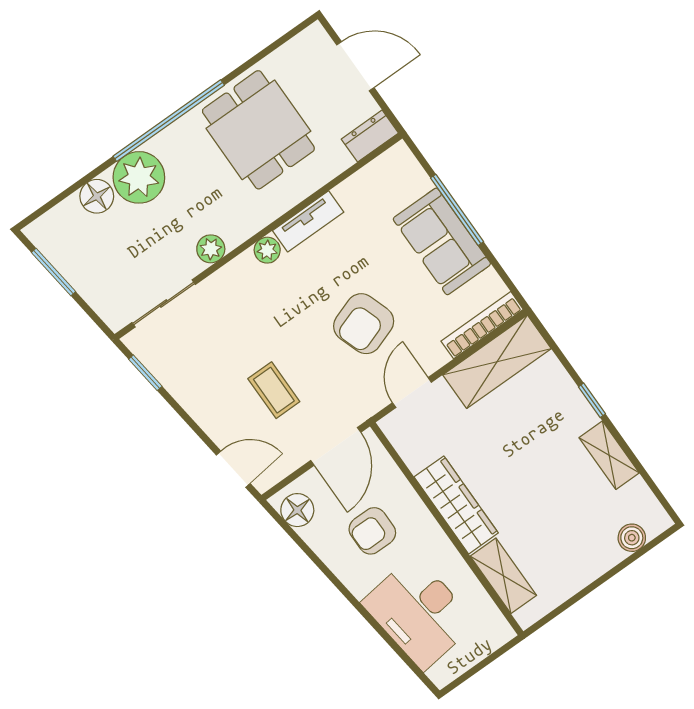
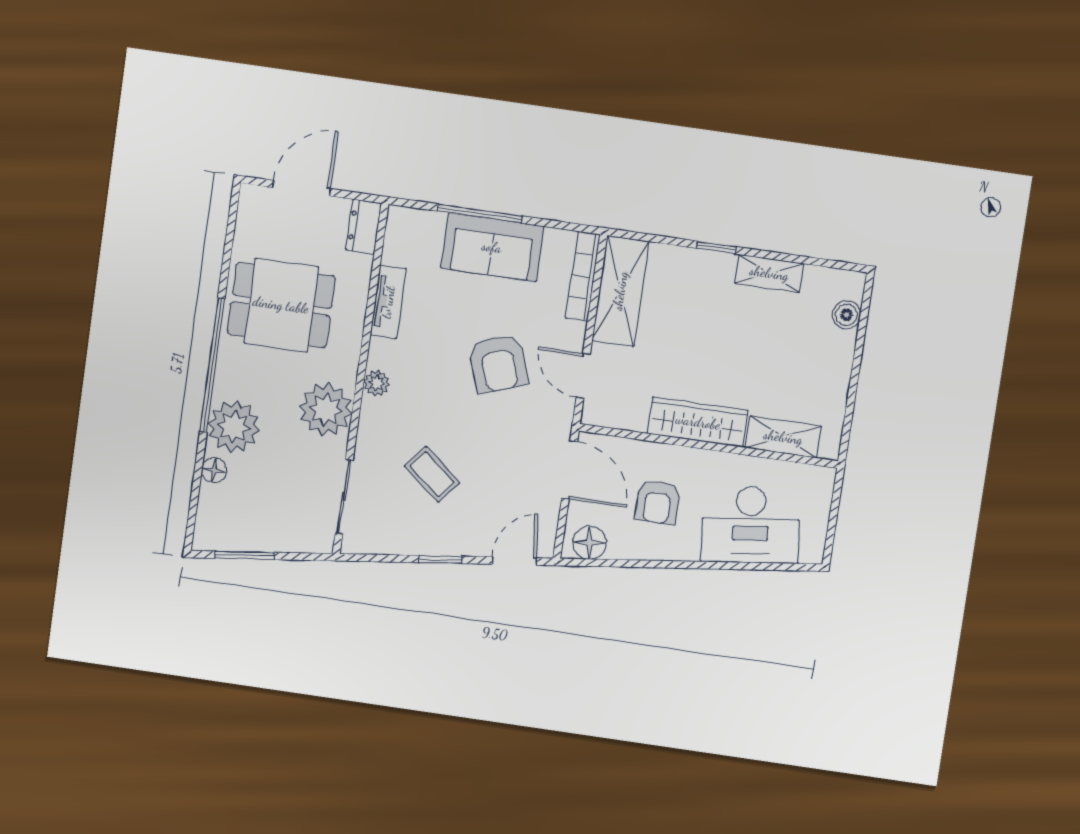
floor lamp: (97, 196) -> (214, 470), width x0.73, depth x0.73
tv unit: (308, 221) -> (388, 302), moved
plant: (211, 249) -> (326, 410), width x1.87, depth x1.87
window: (145, 373) -> (440, 559), moved
coffee table: (274, 390) -> (432, 474), moved, turned 39

